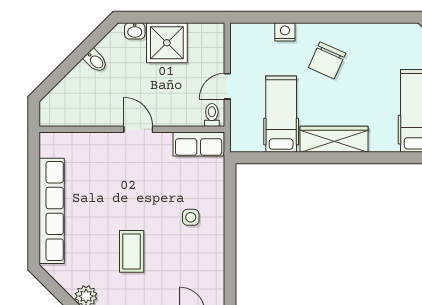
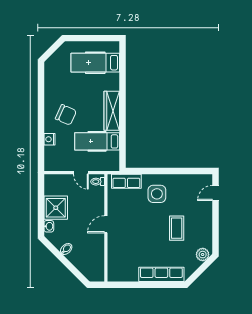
row of seats: (199, 144) -> (126, 181), moved, turned 90
row of seats: (52, 211) -> (161, 274), width x0.73
side table: (191, 217) -> (157, 194), width x1.87, depth x1.87
coffee table: (132, 251) -> (177, 228), turned 90

